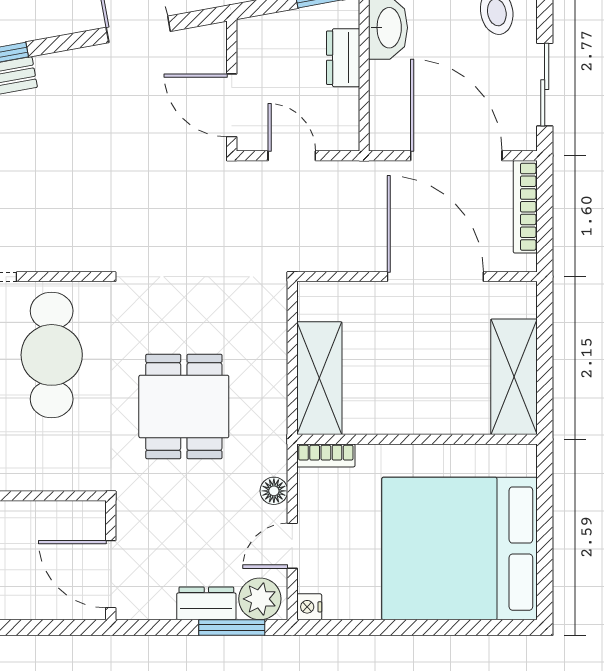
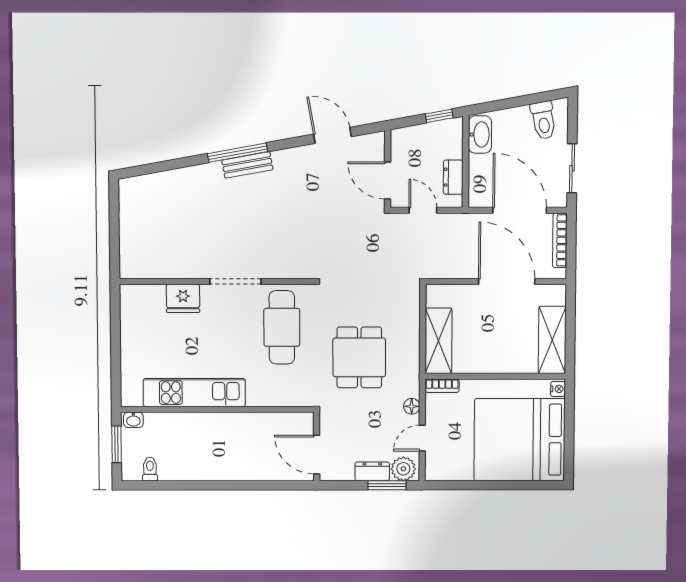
dresser: (343, 58) -> (453, 177), moved
nightstand: (309, 607) -> (558, 389), moved, turned 180

